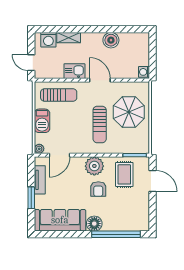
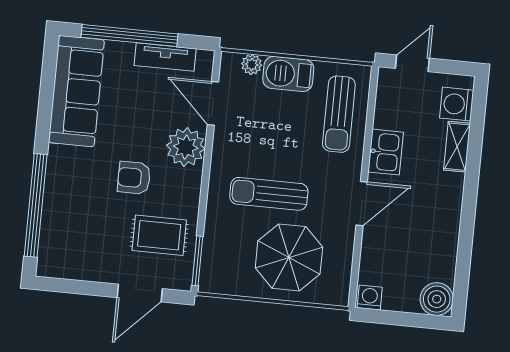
boiler: (111, 40) -> (437, 299), moved
plant: (39, 149) -> (252, 64), moved
plant: (94, 166) -> (186, 147), moved
window: (31, 198) -> (130, 36), width x2.11
floor lamp: (94, 224) -> (63, 162), removed

